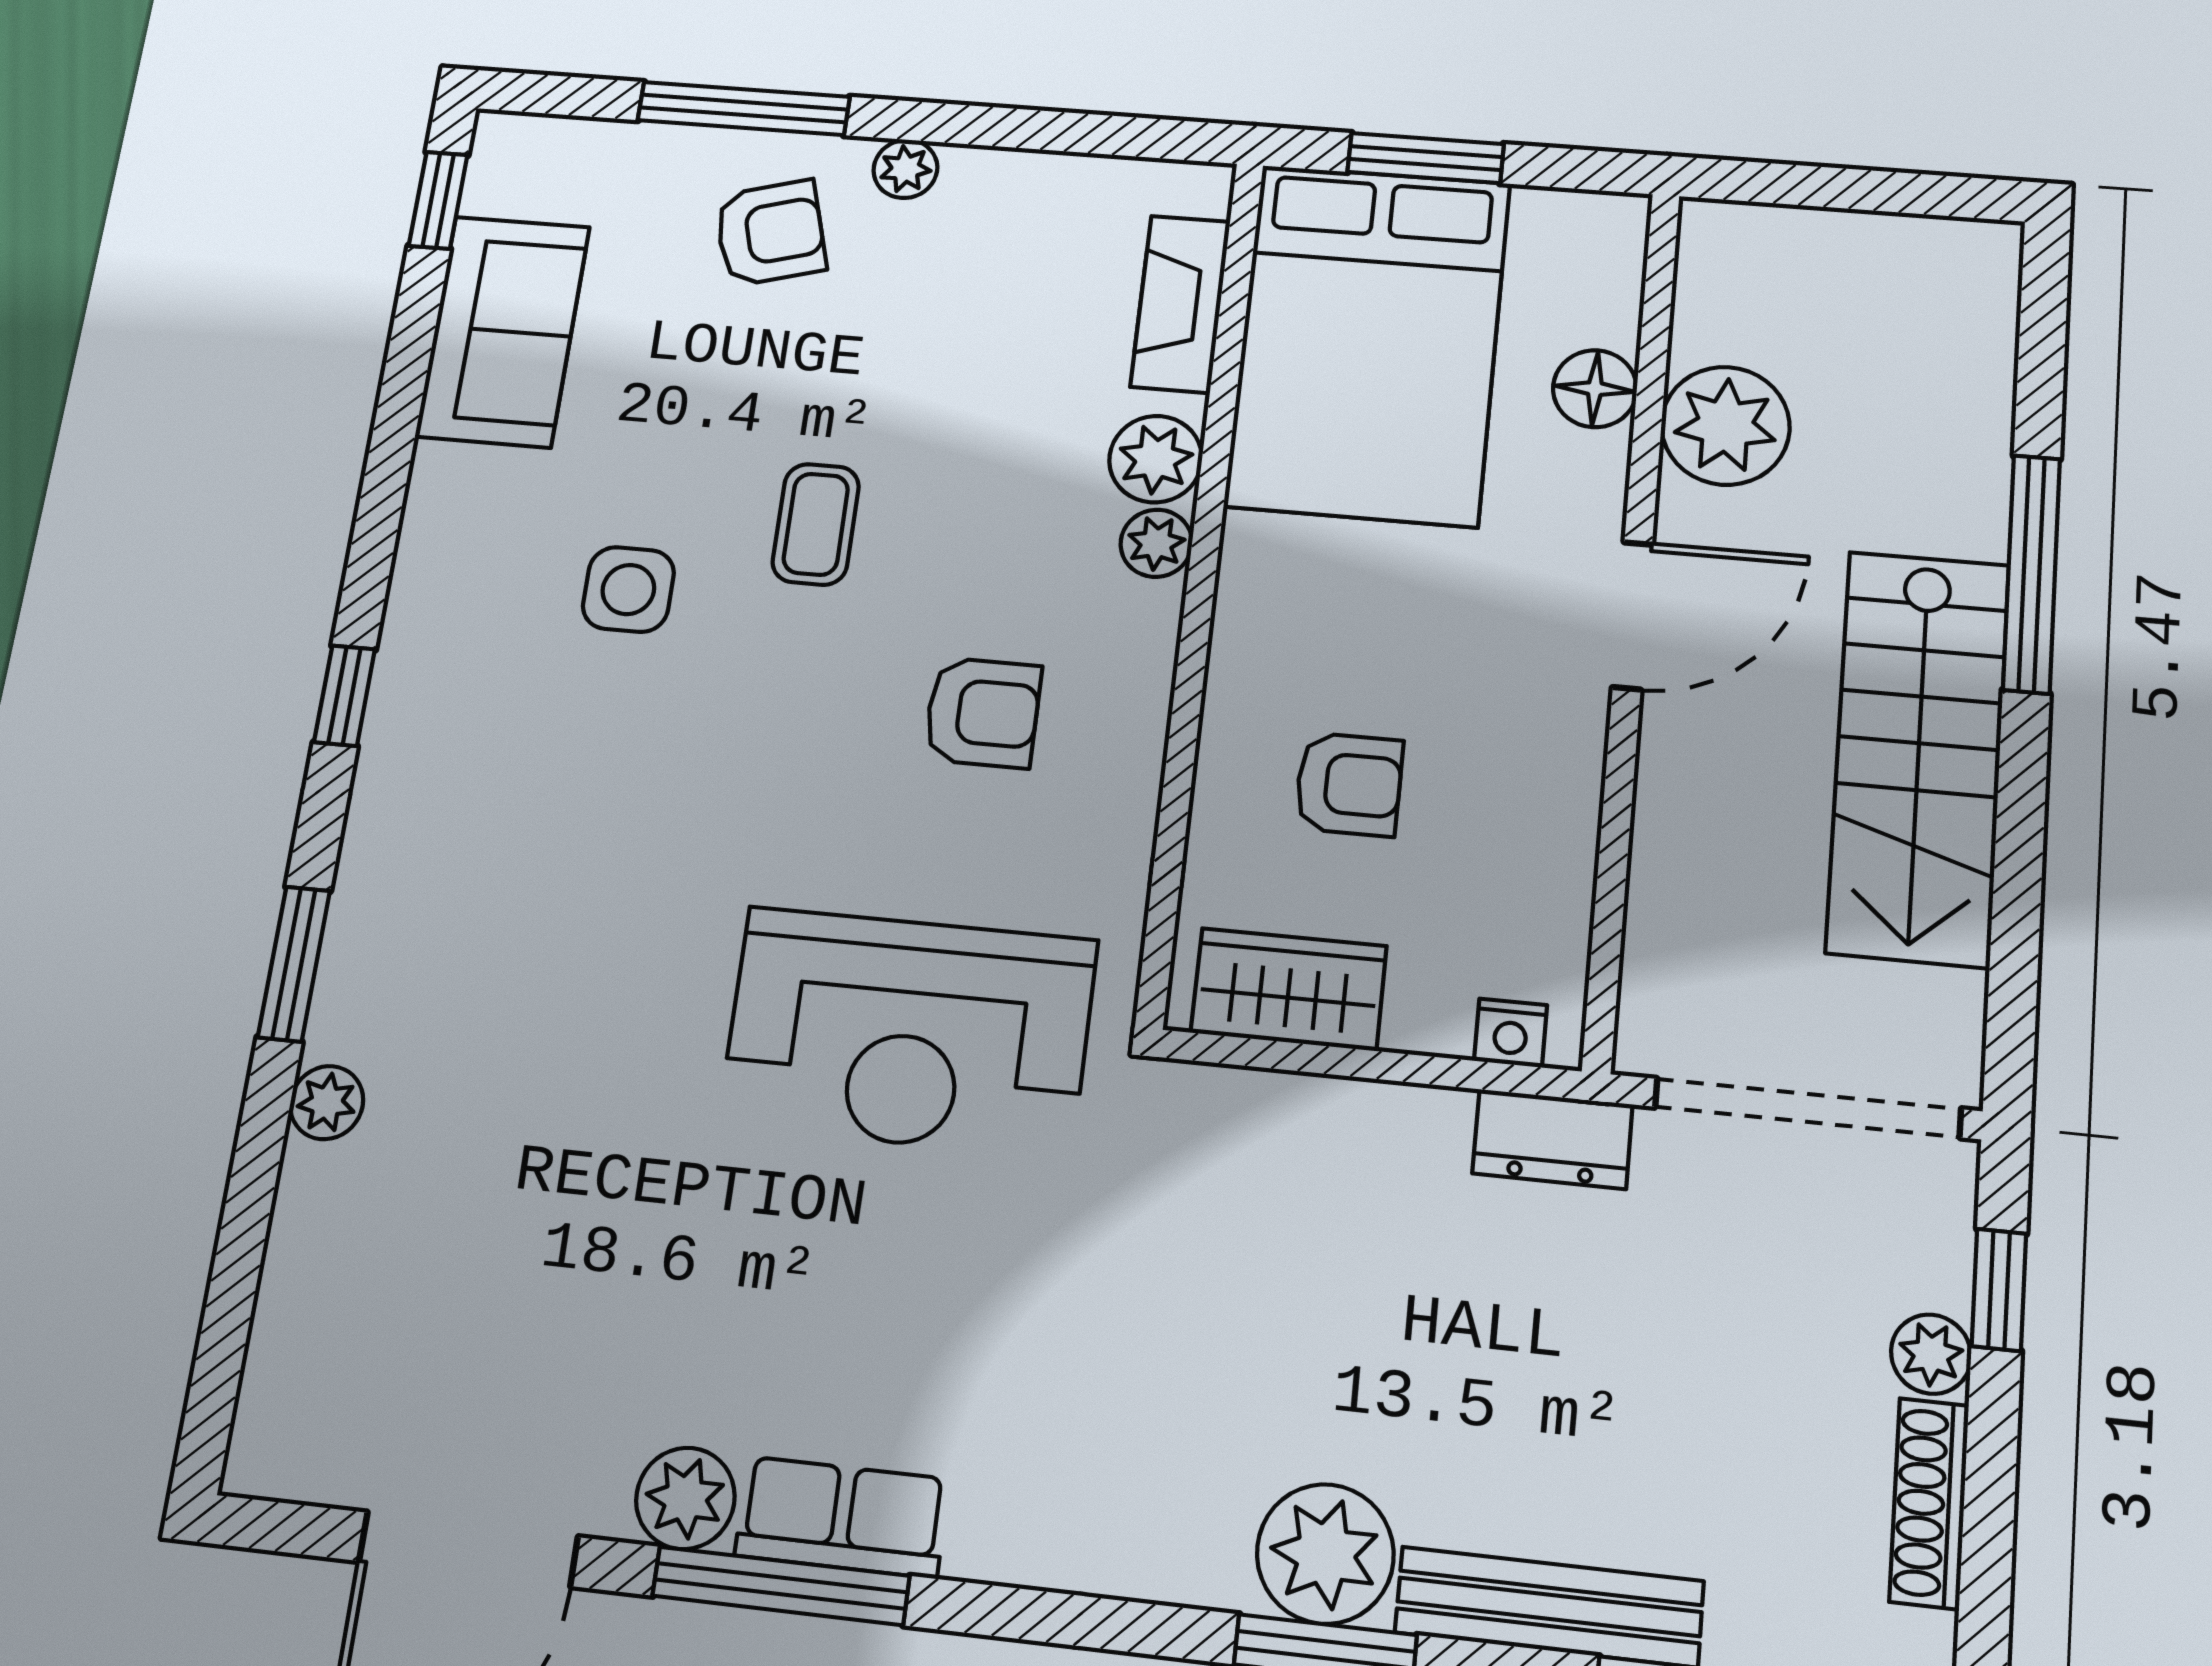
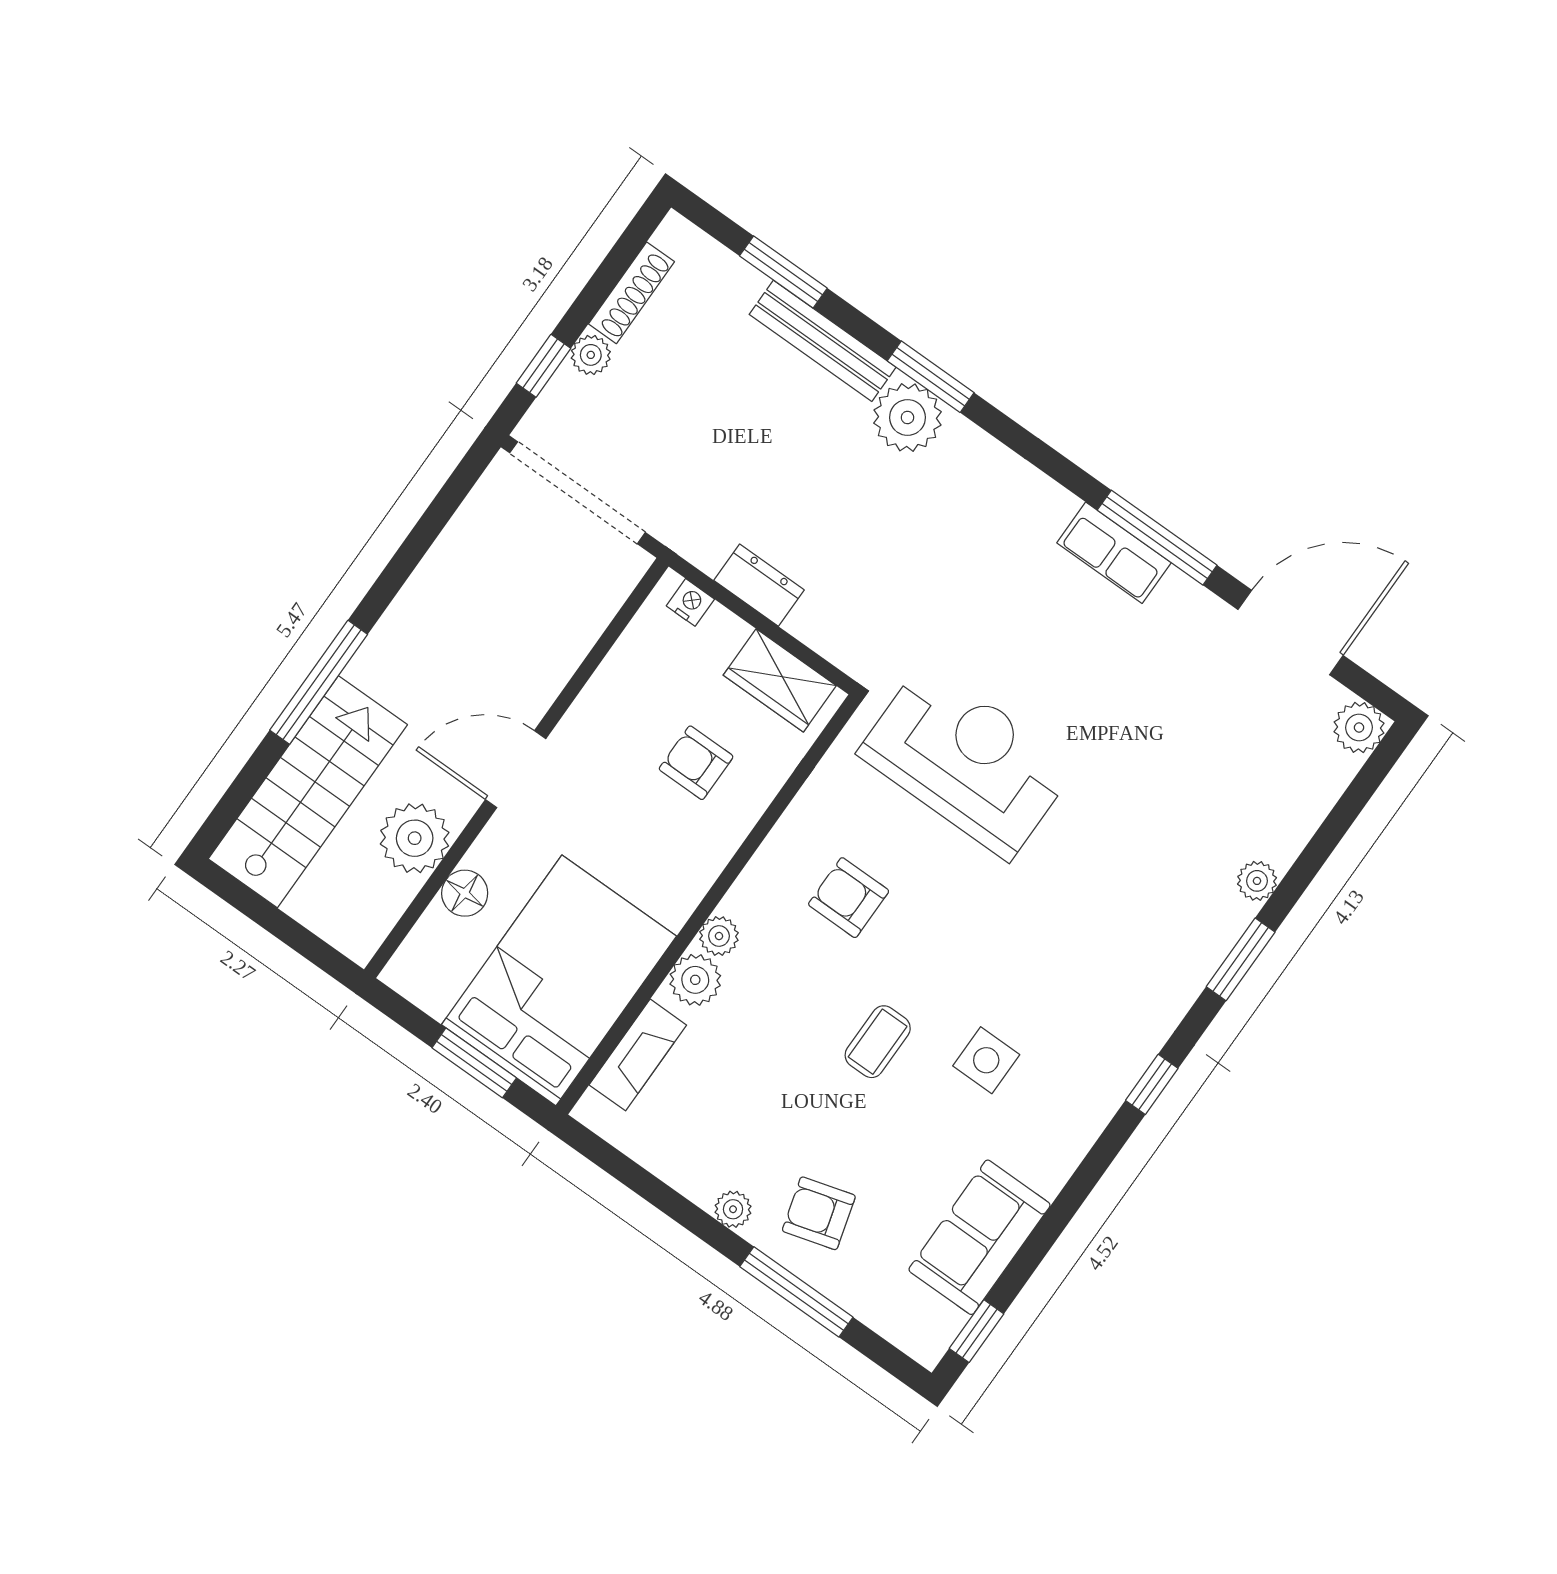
stairs: (1918, 757) -> (308, 792), moved
dresser: (1553, 1139) -> (759, 585), moved
plant: (685, 1498) -> (1359, 727), moved

